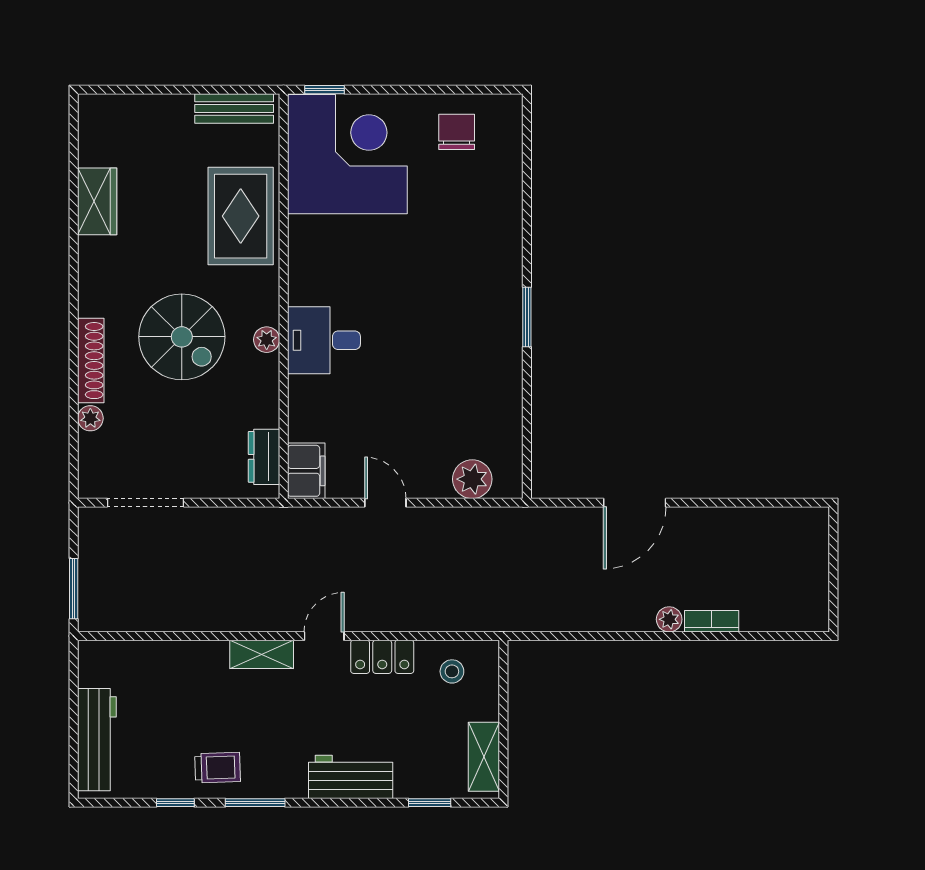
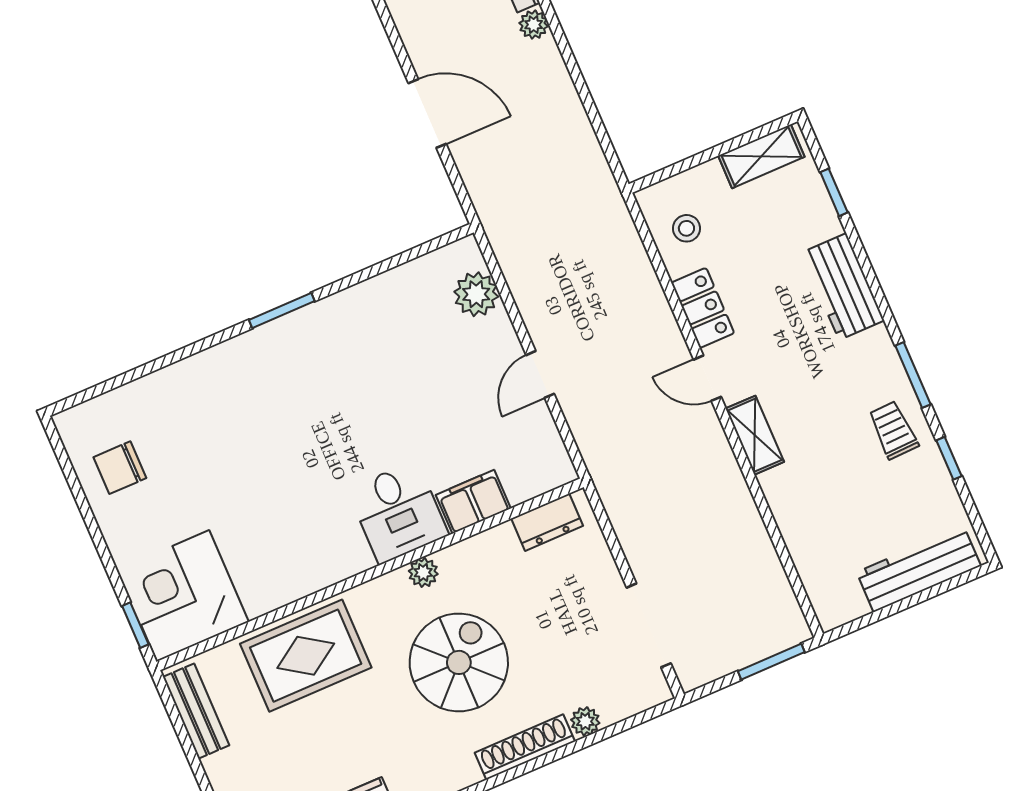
corner desk: (347, 154) -> (183, 596), width x0.74, depth x0.74
filing cabinet: (306, 471) -> (473, 502), moved

